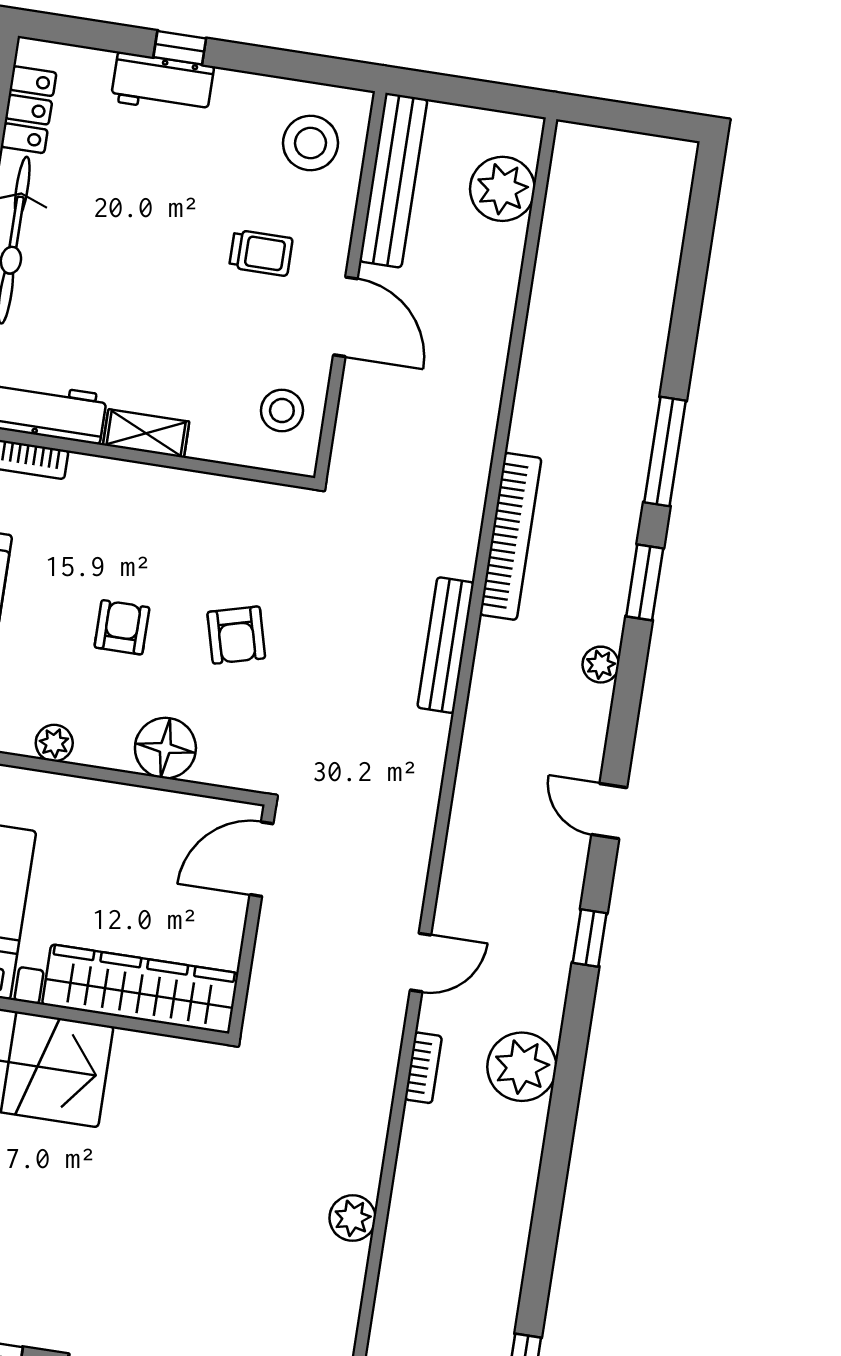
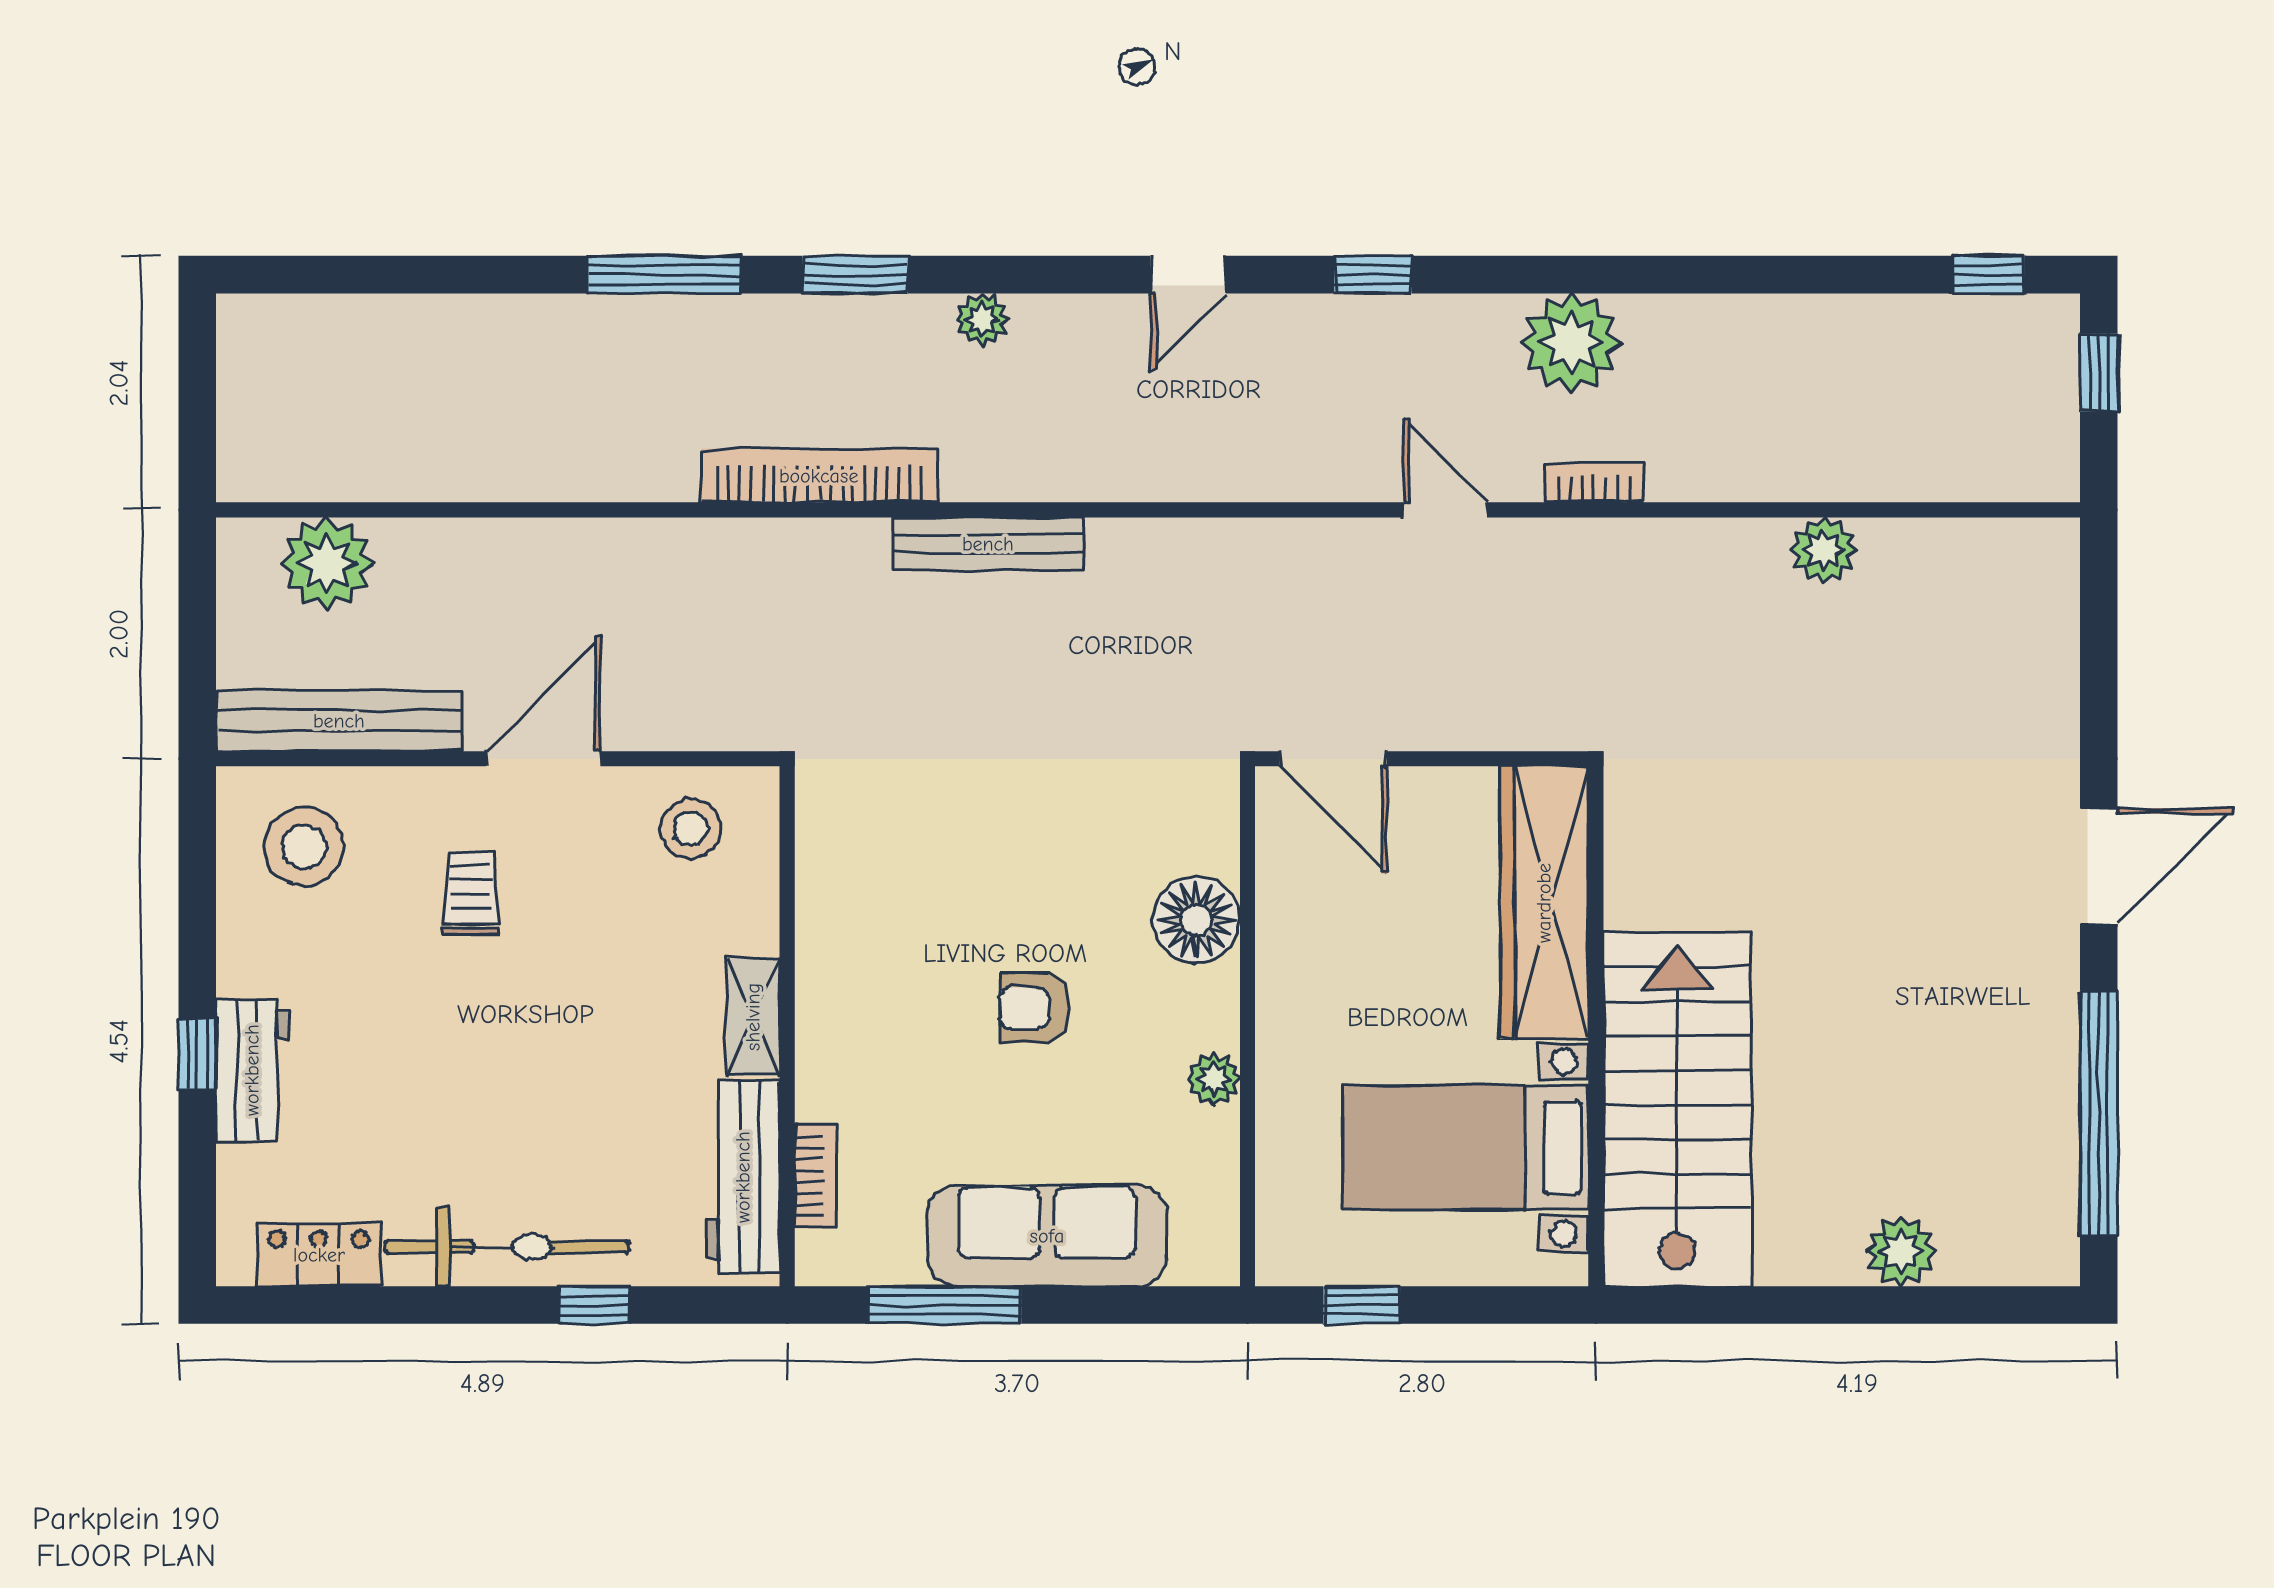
armchair: (236, 635) -> (1020, 844), removed

